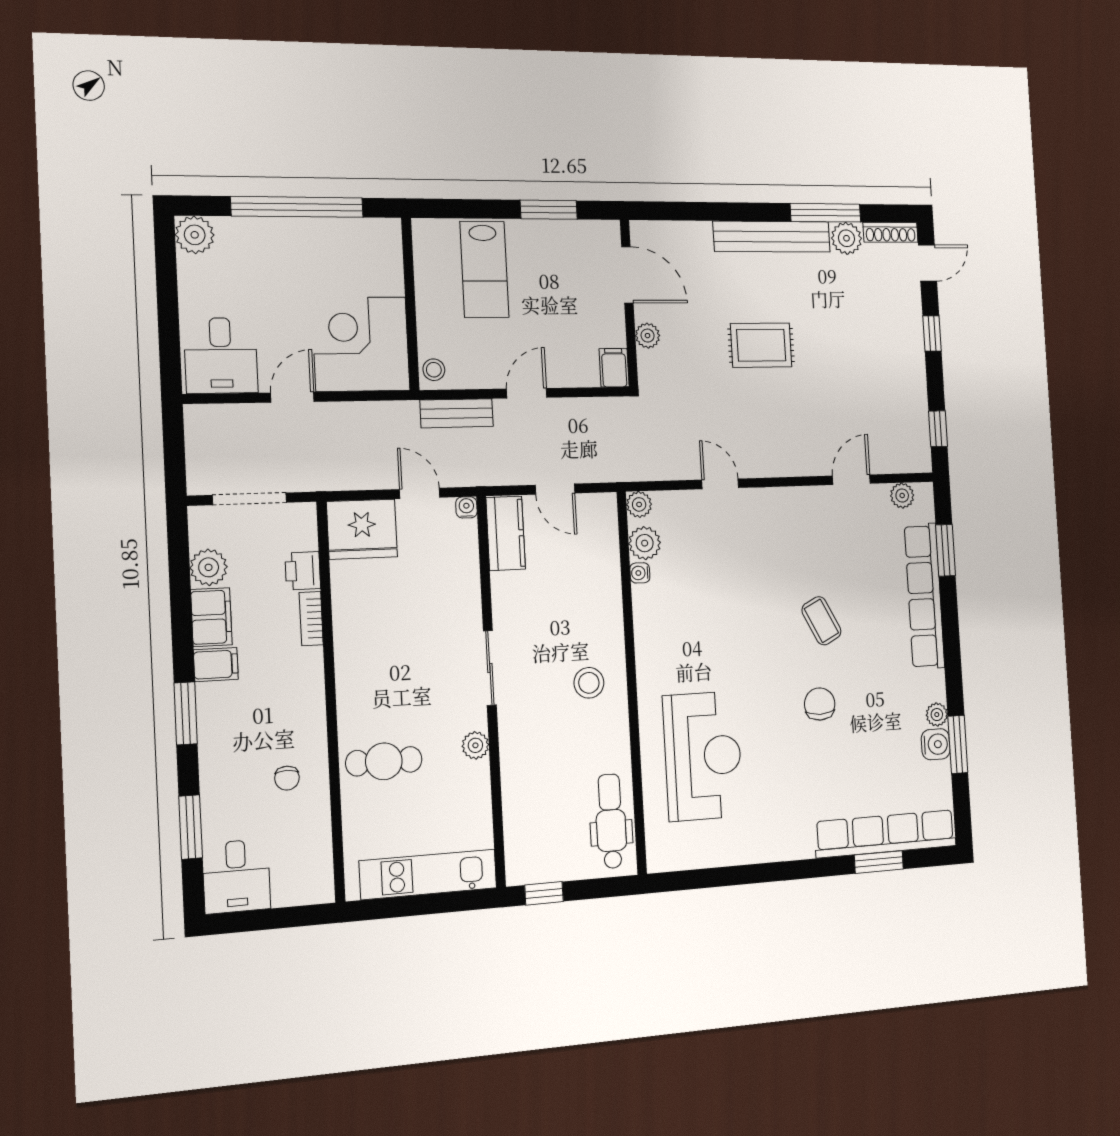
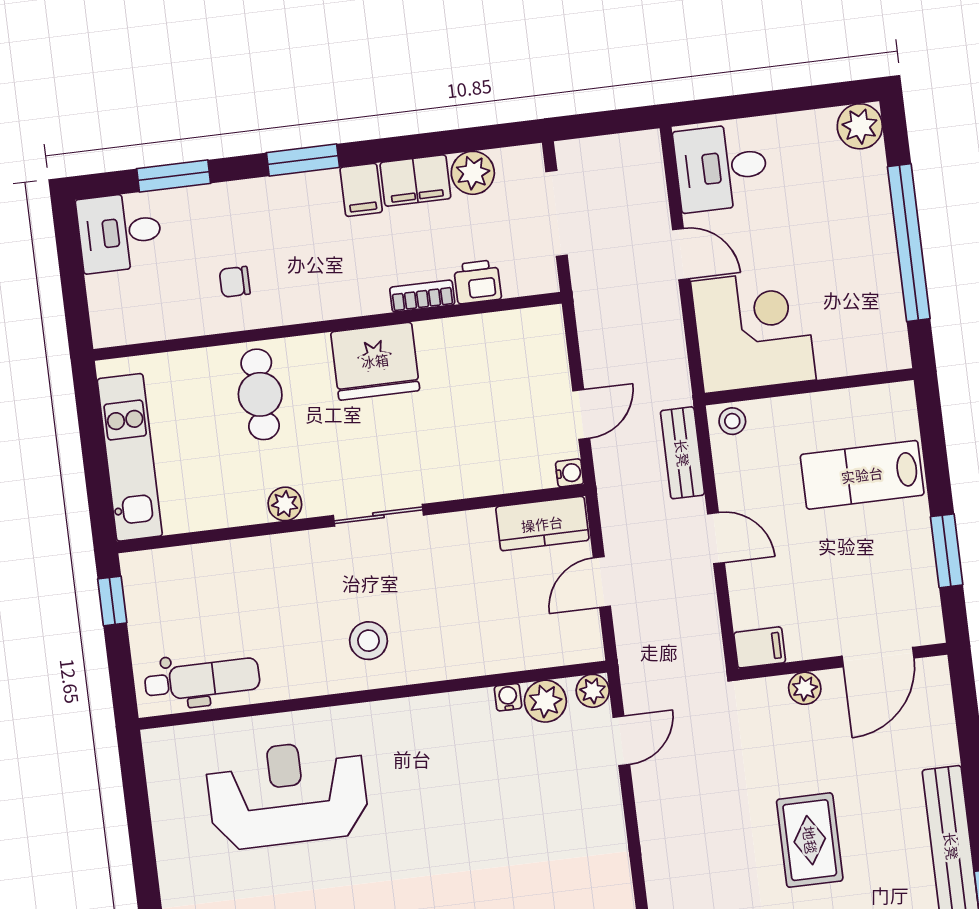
door: (720, 484) -> (621, 741), moved
fridge: (362, 529) -> (375, 361), moved, turned -90
reception desk: (703, 756) -> (287, 794), turned 180

